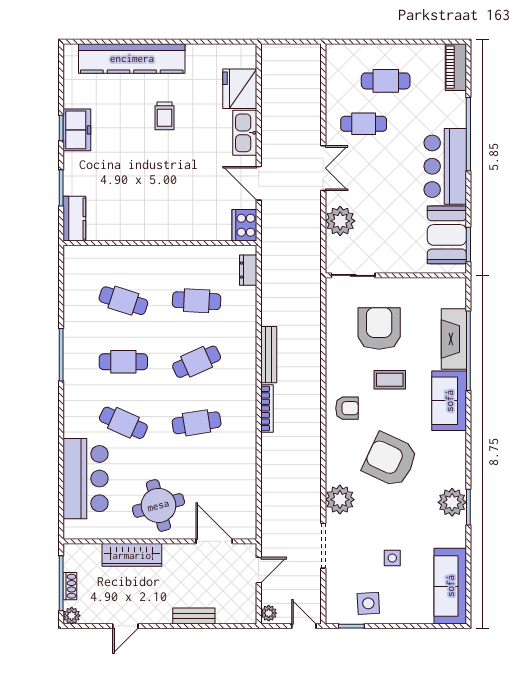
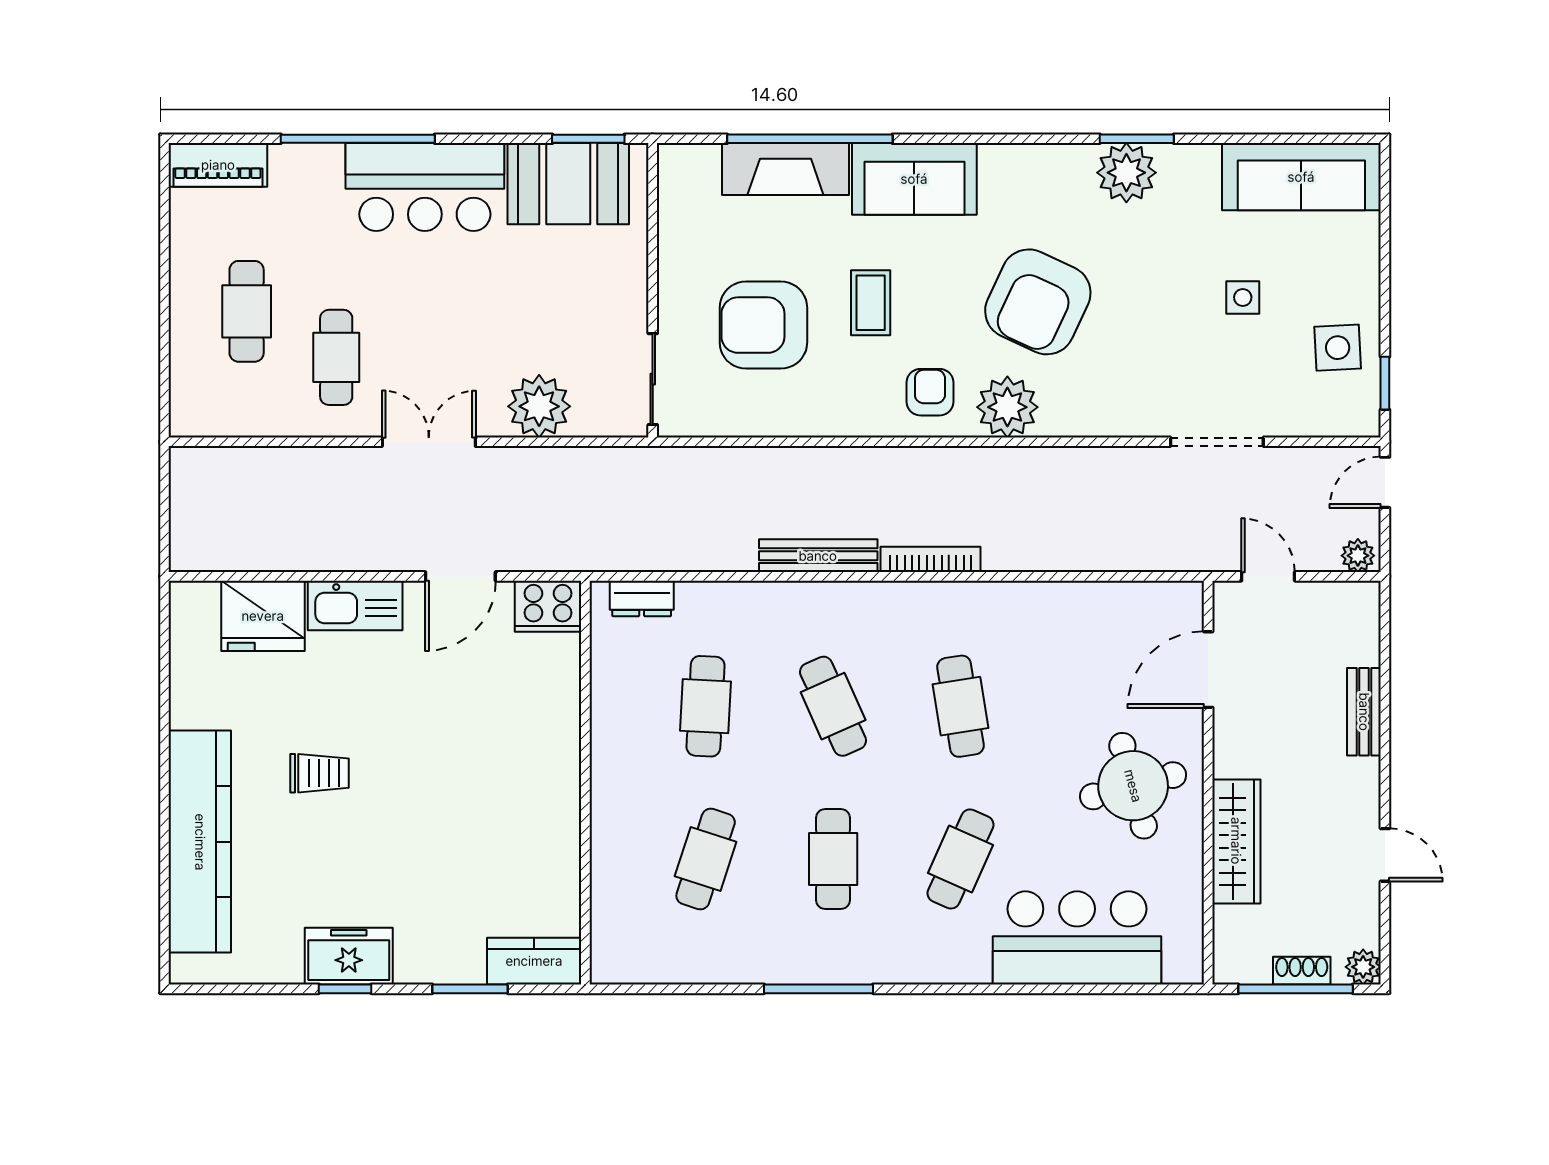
plant: (340, 500) -> (1007, 407), moved

